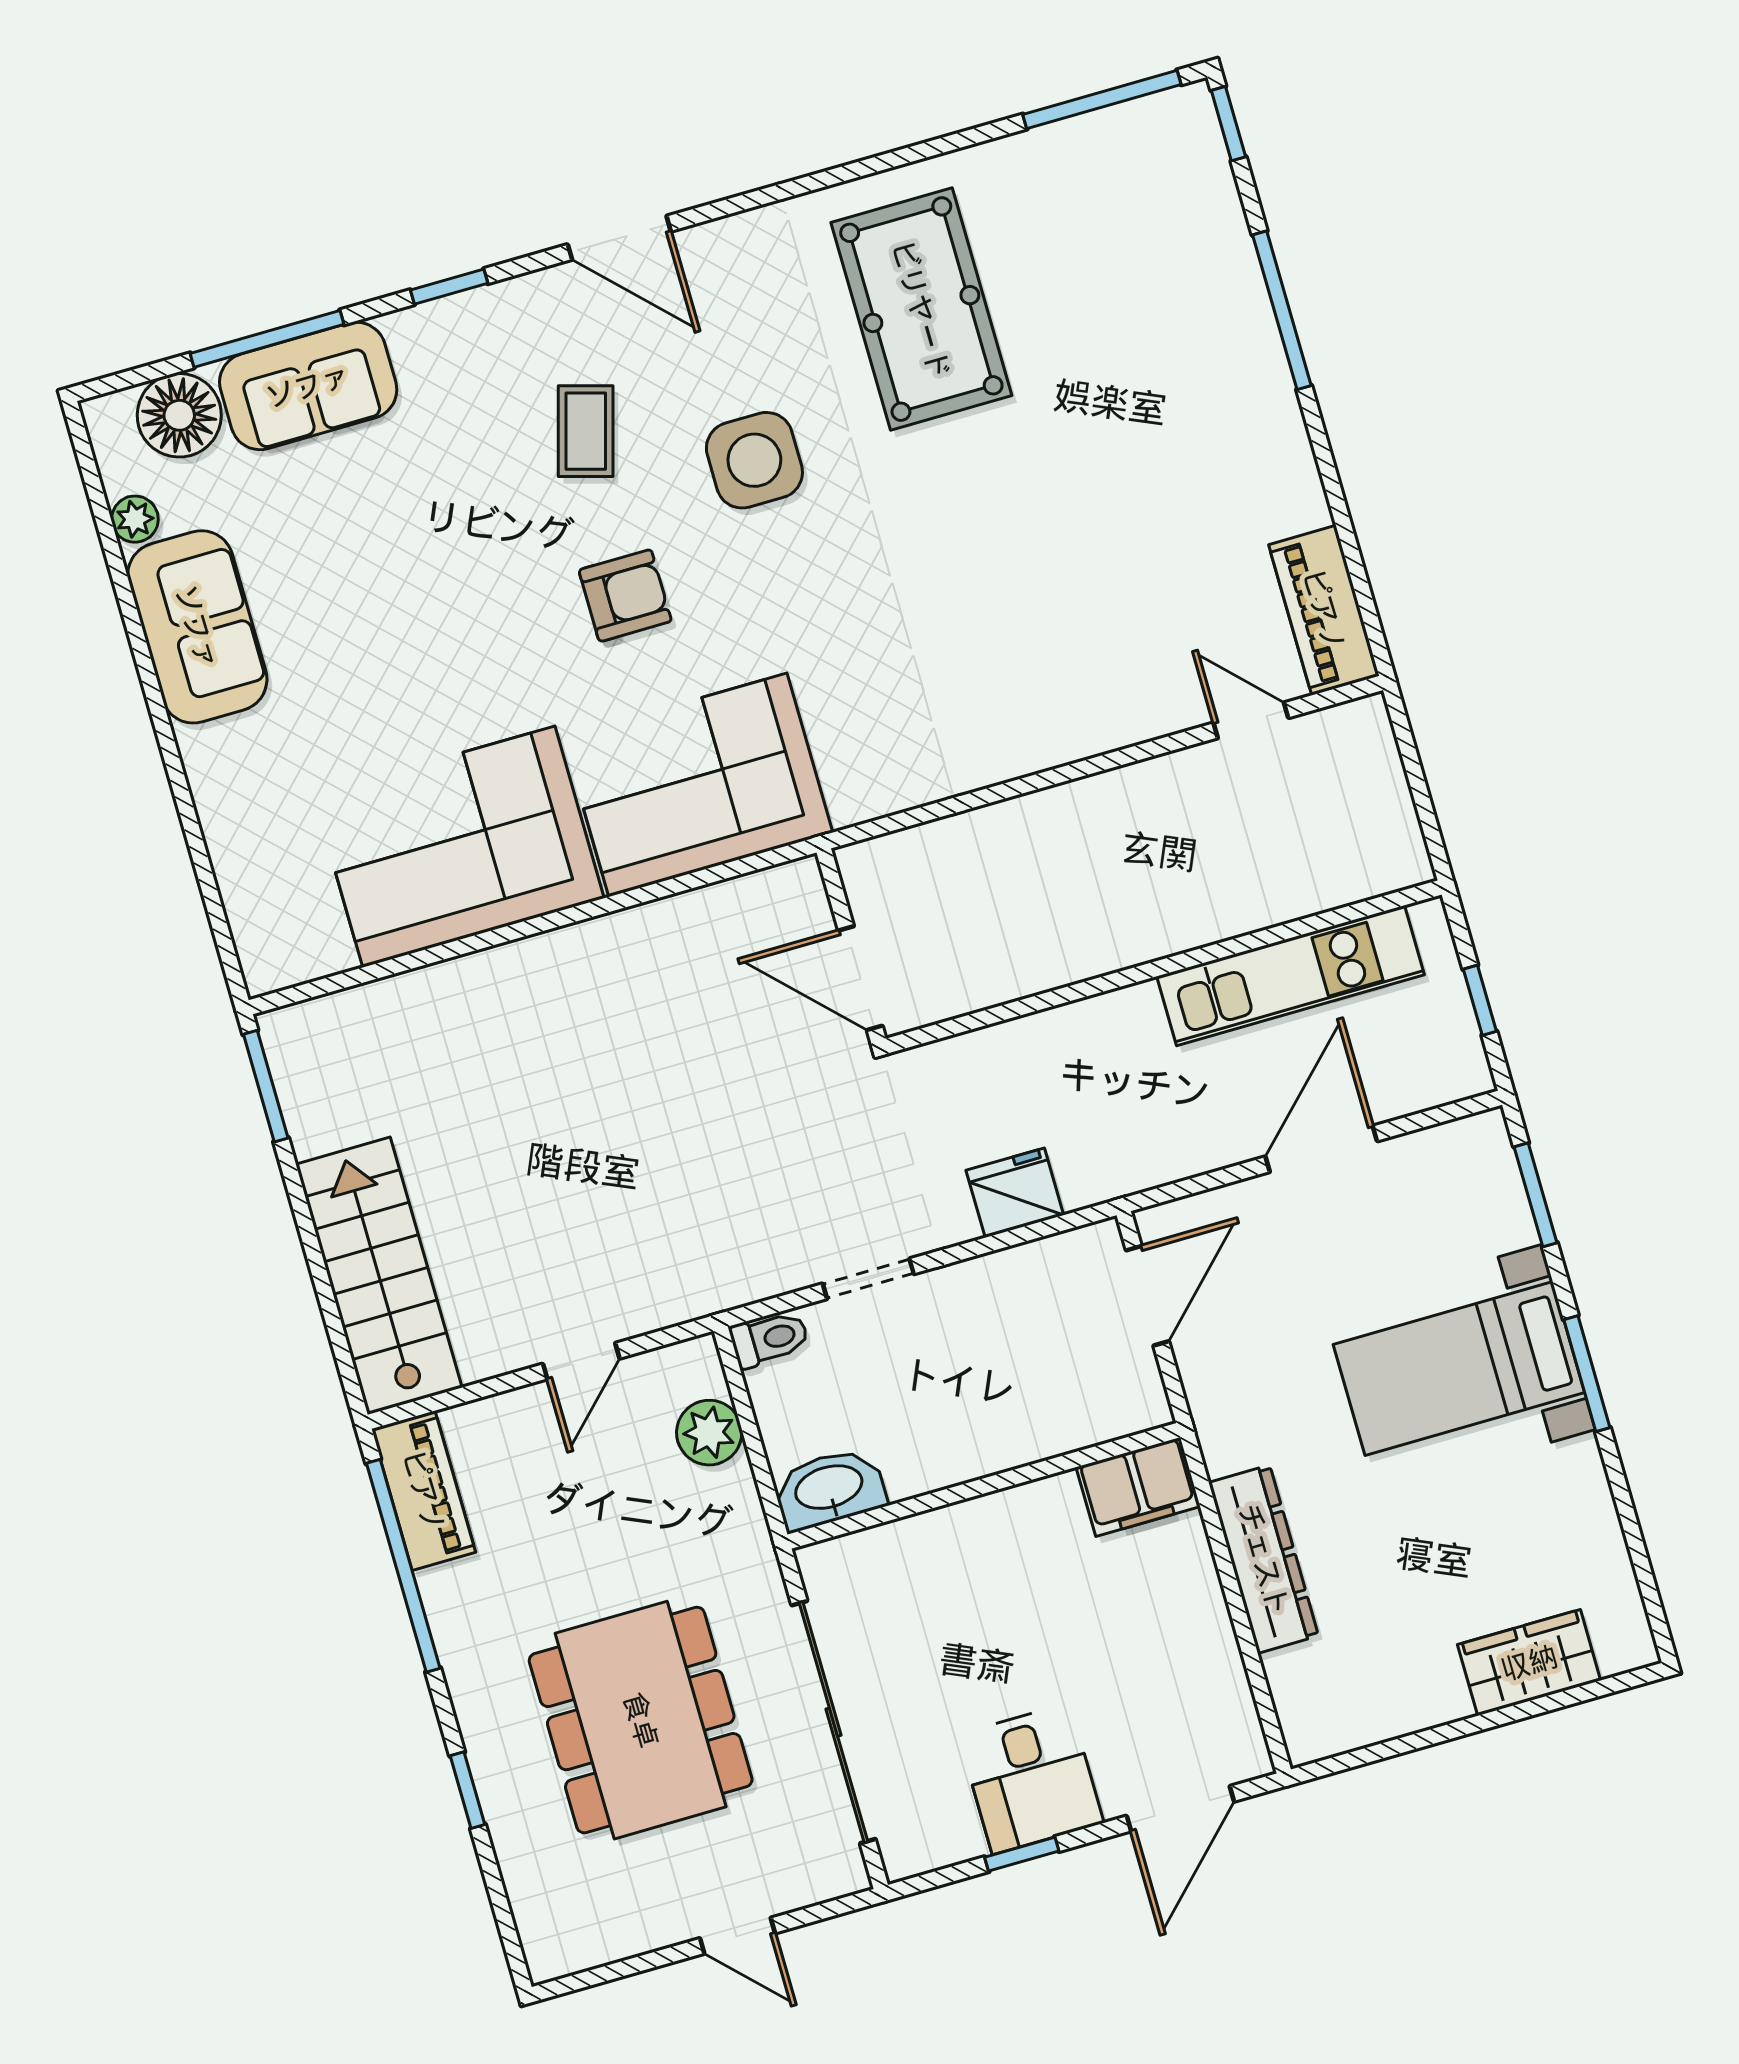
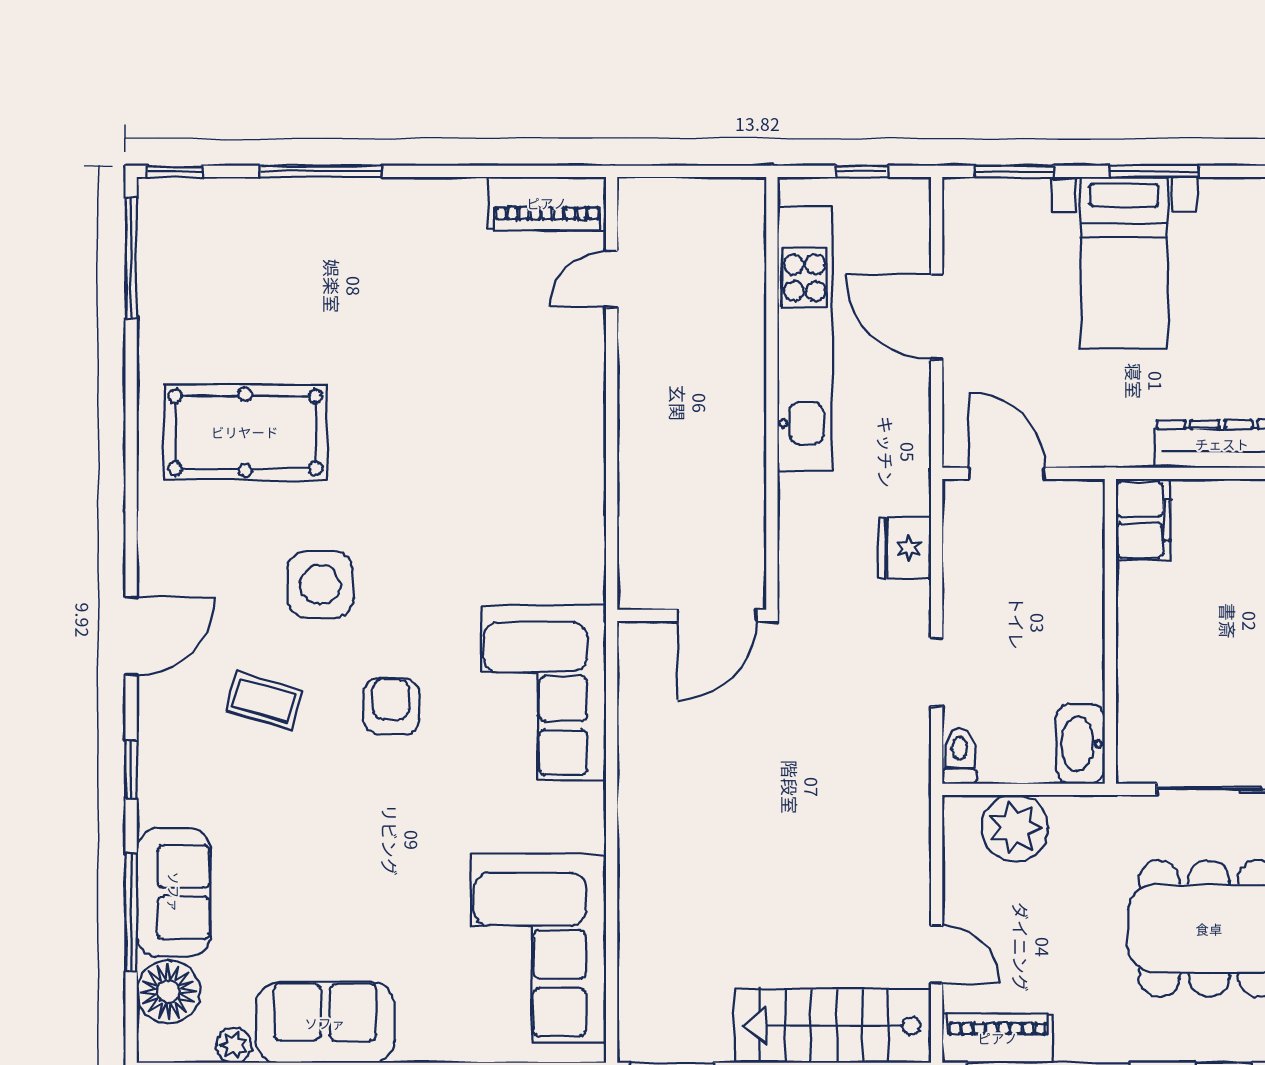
corner sofa: (459, 847) -> (539, 948), moved
kitchen unit: (1291, 976) -> (805, 339), width x1.36
door: (581, 1361) -> (937, 954), moved
plant: (709, 1433) -> (1015, 828), width x1.36, depth x1.36

